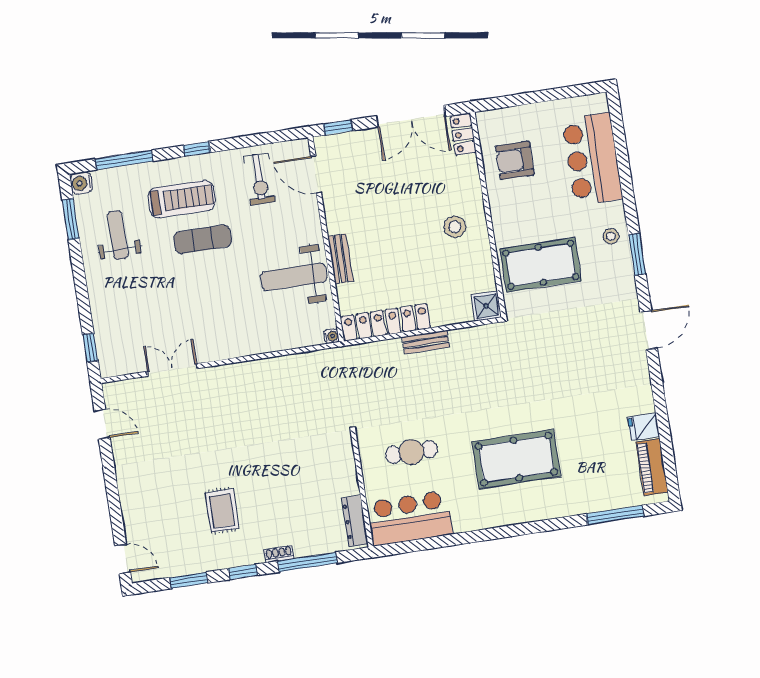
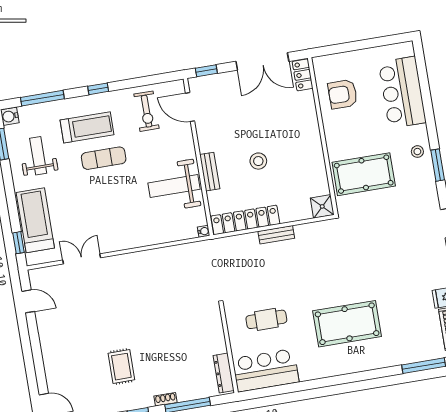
stool: (455, 227) -> (258, 161), moved
treadmill: (113, 319) -> (35, 220), added

